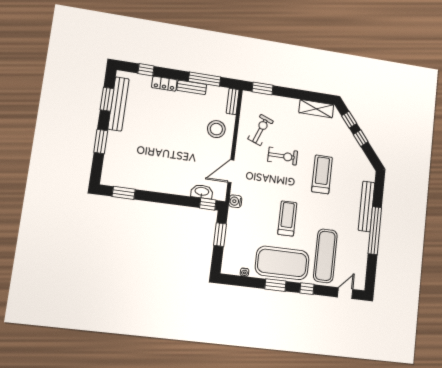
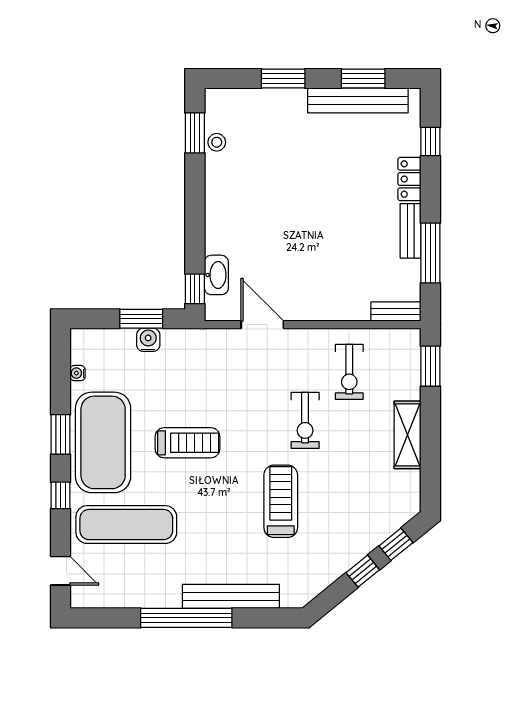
shelving: (316, 109) -> (407, 435), moved
stool: (216, 129) -> (217, 142), moved, width x0.53, depth x0.53
exercise bike: (261, 130) -> (349, 372), turned 69
treadmill: (322, 174) -> (281, 501), turned -90
water cooler: (235, 201) -> (148, 340), moved

